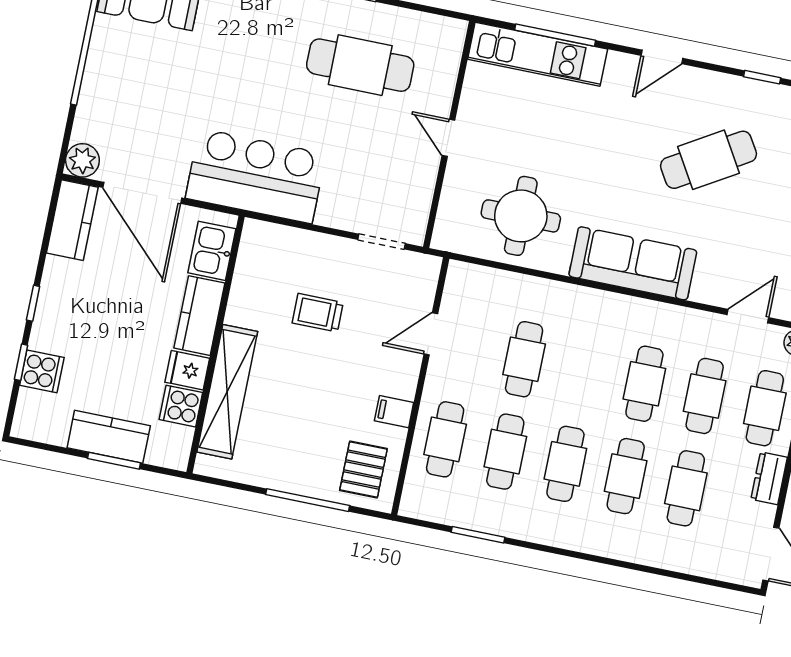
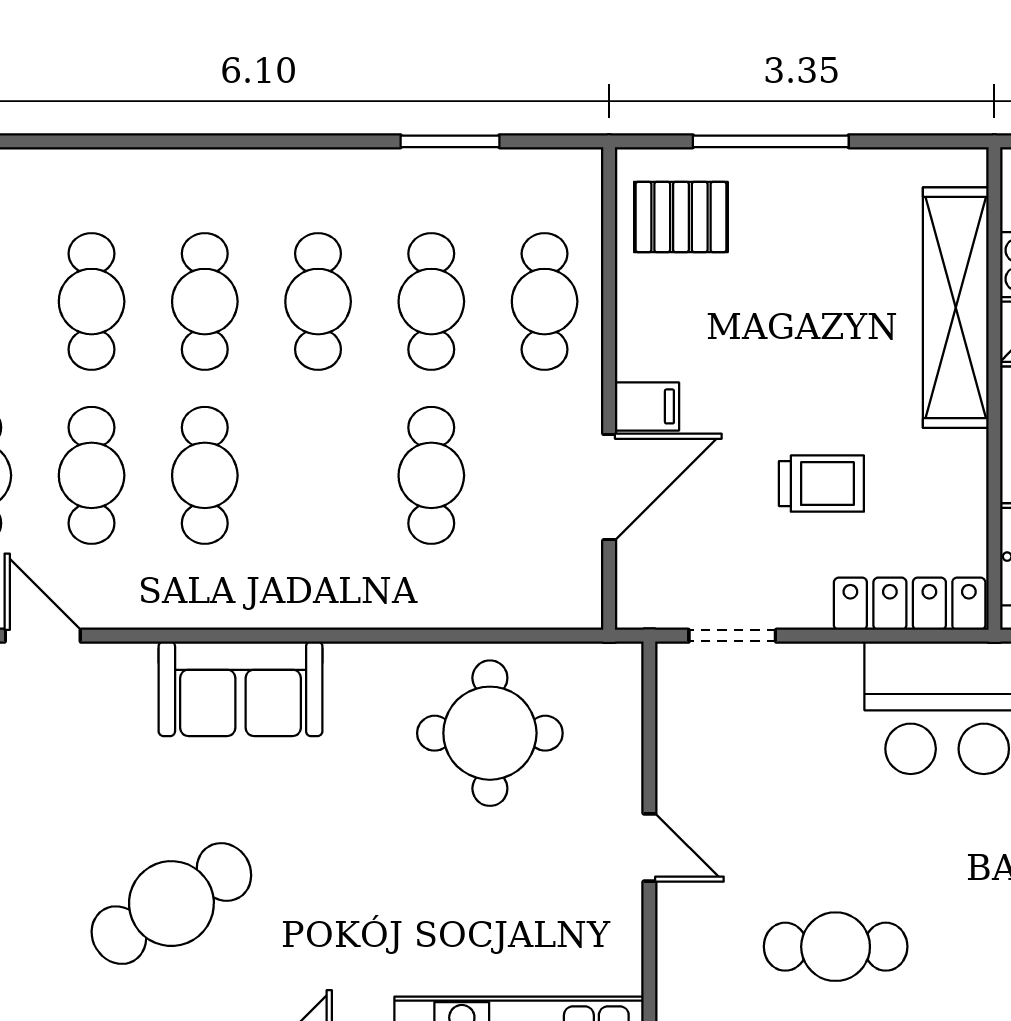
cafe table: (360, 65) -> (836, 947), width x0.73, depth x0.74
locker: (284, 239) -> (910, 604), added
sofa: (633, 263) -> (241, 689), width x0.73
door: (748, 316) -> (43, 636), swing flipped
door: (431, 334) -> (609, 487), width x1.38
filing cabinet: (394, 412) -> (647, 406), moved
pallet: (363, 470) -> (681, 217), turned 90

